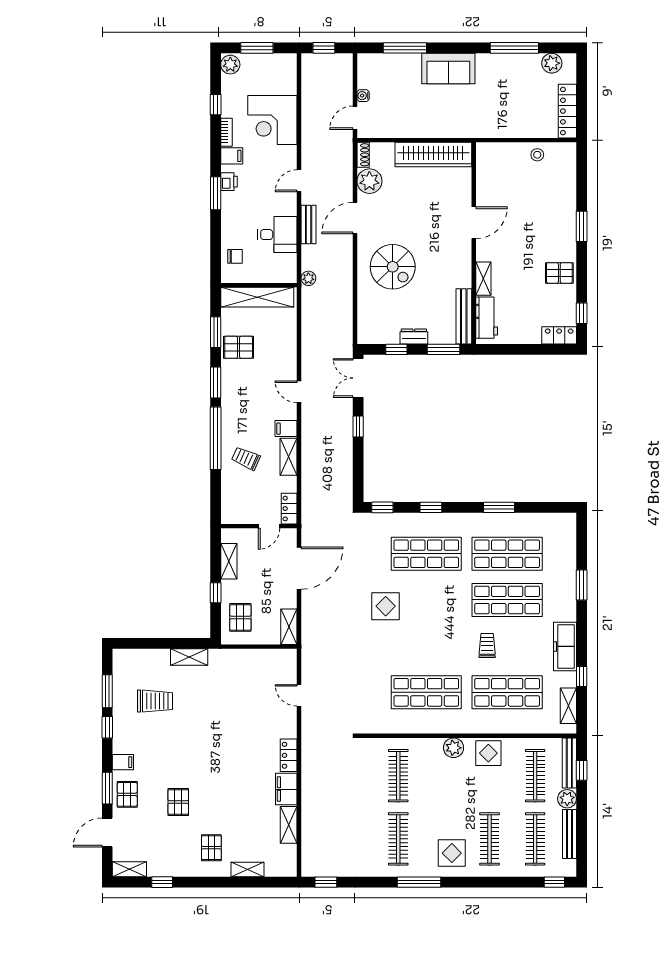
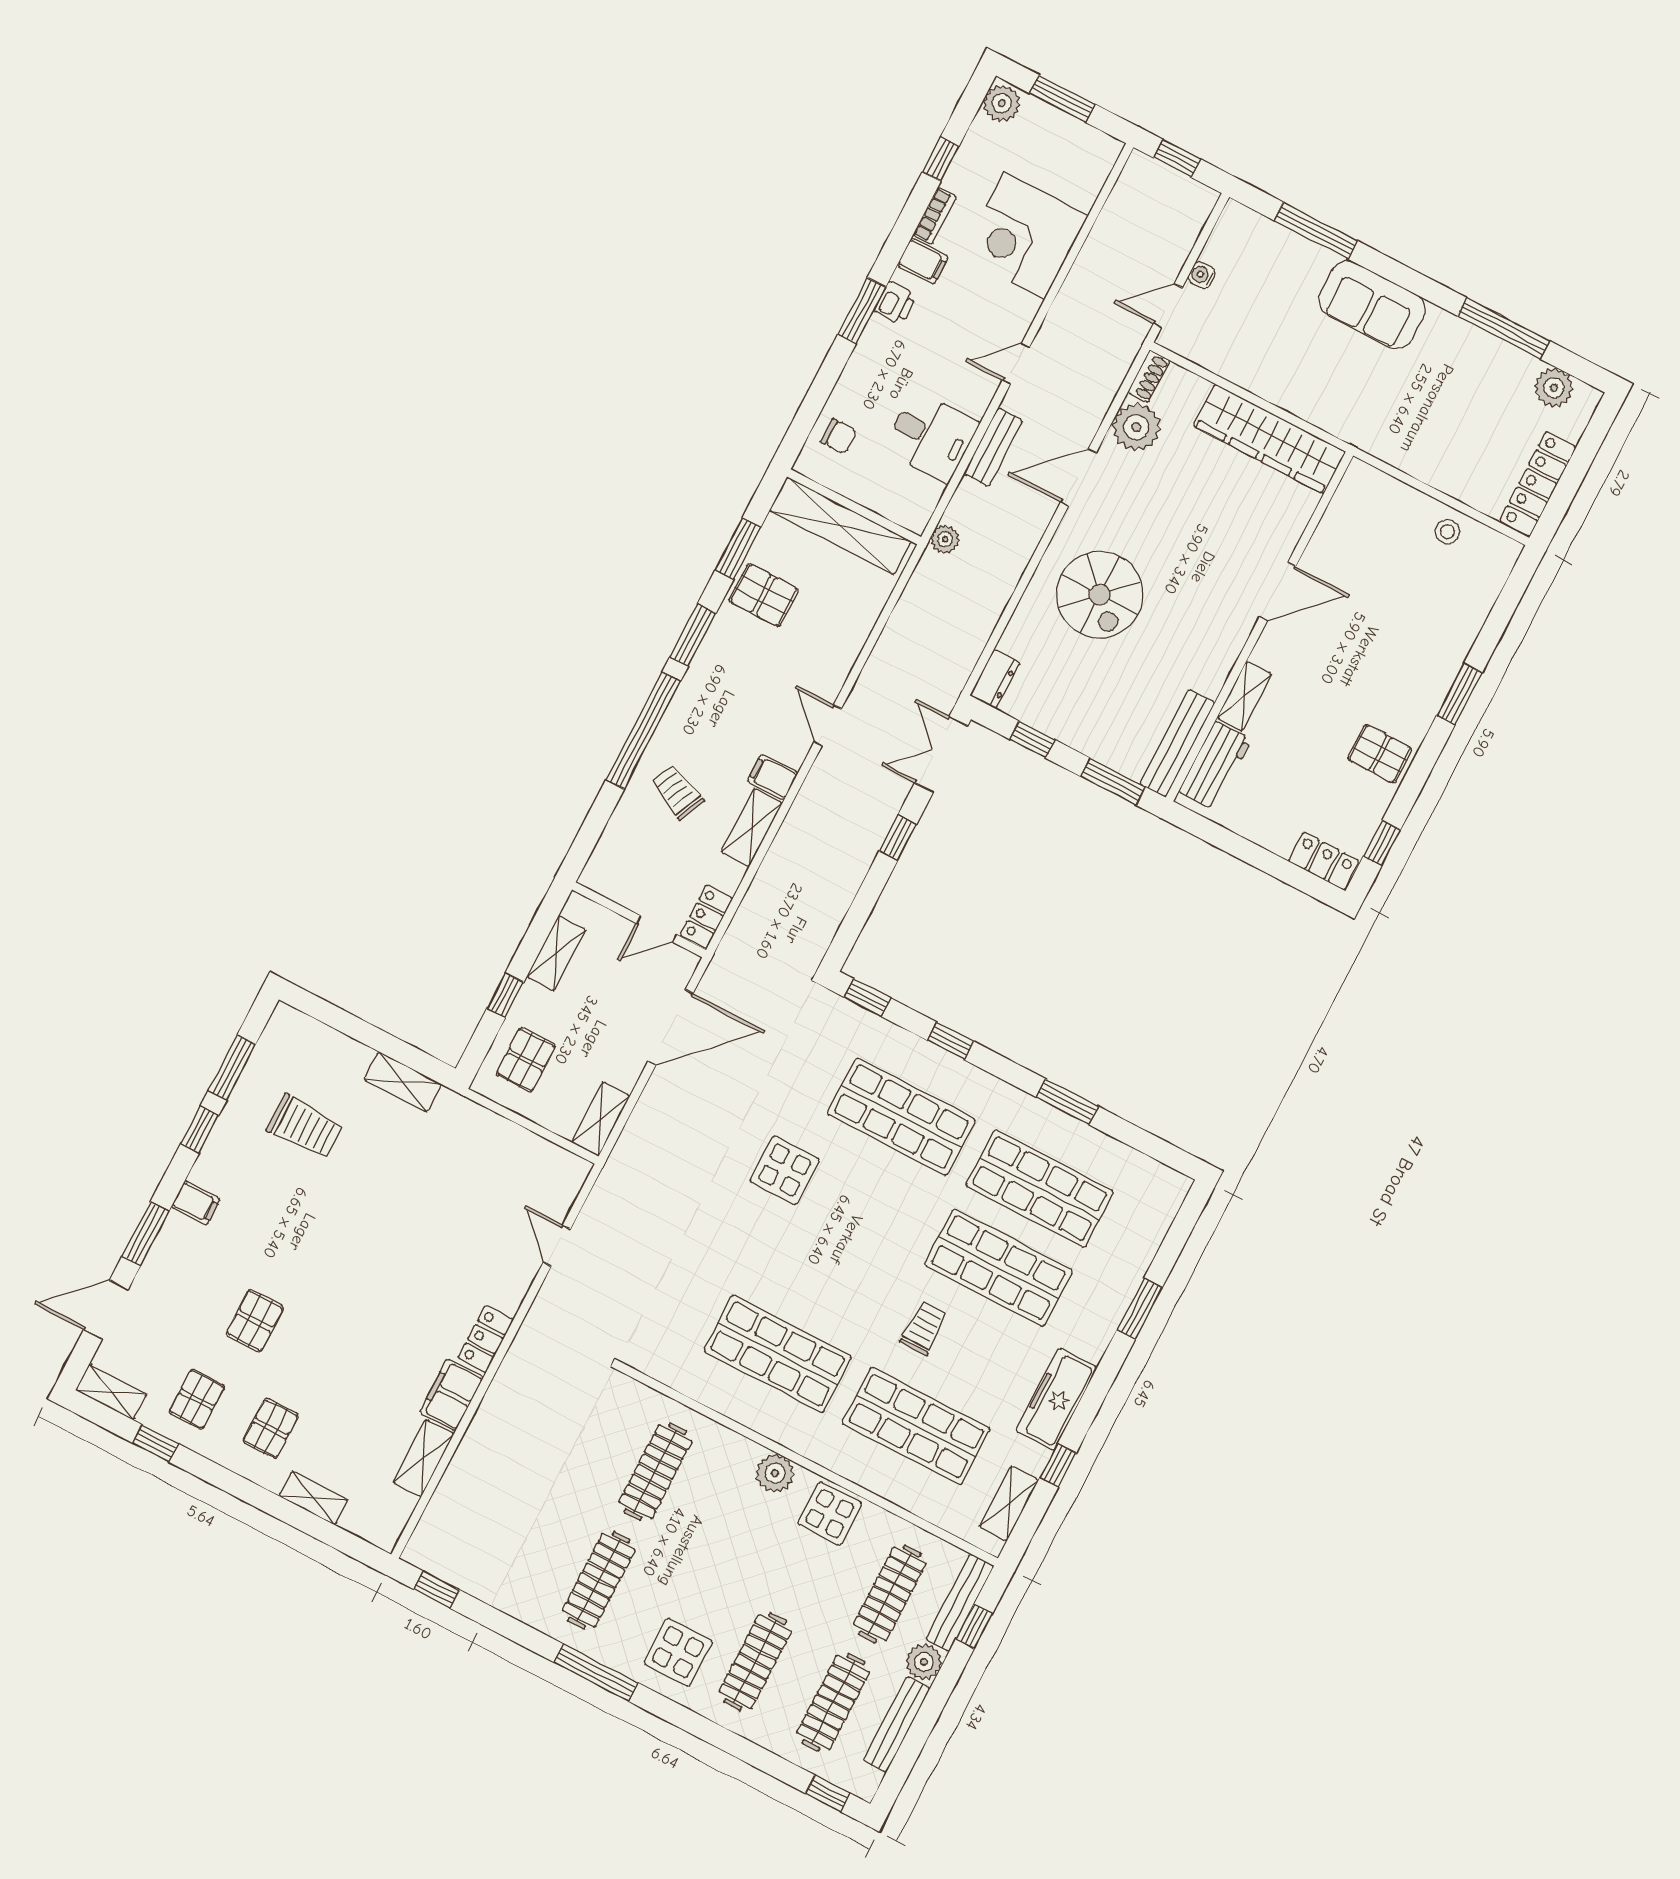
dresser: (414, 336) -> (995, 679), moved, turned 90
pallet: (127, 794) -> (197, 1399), moved

